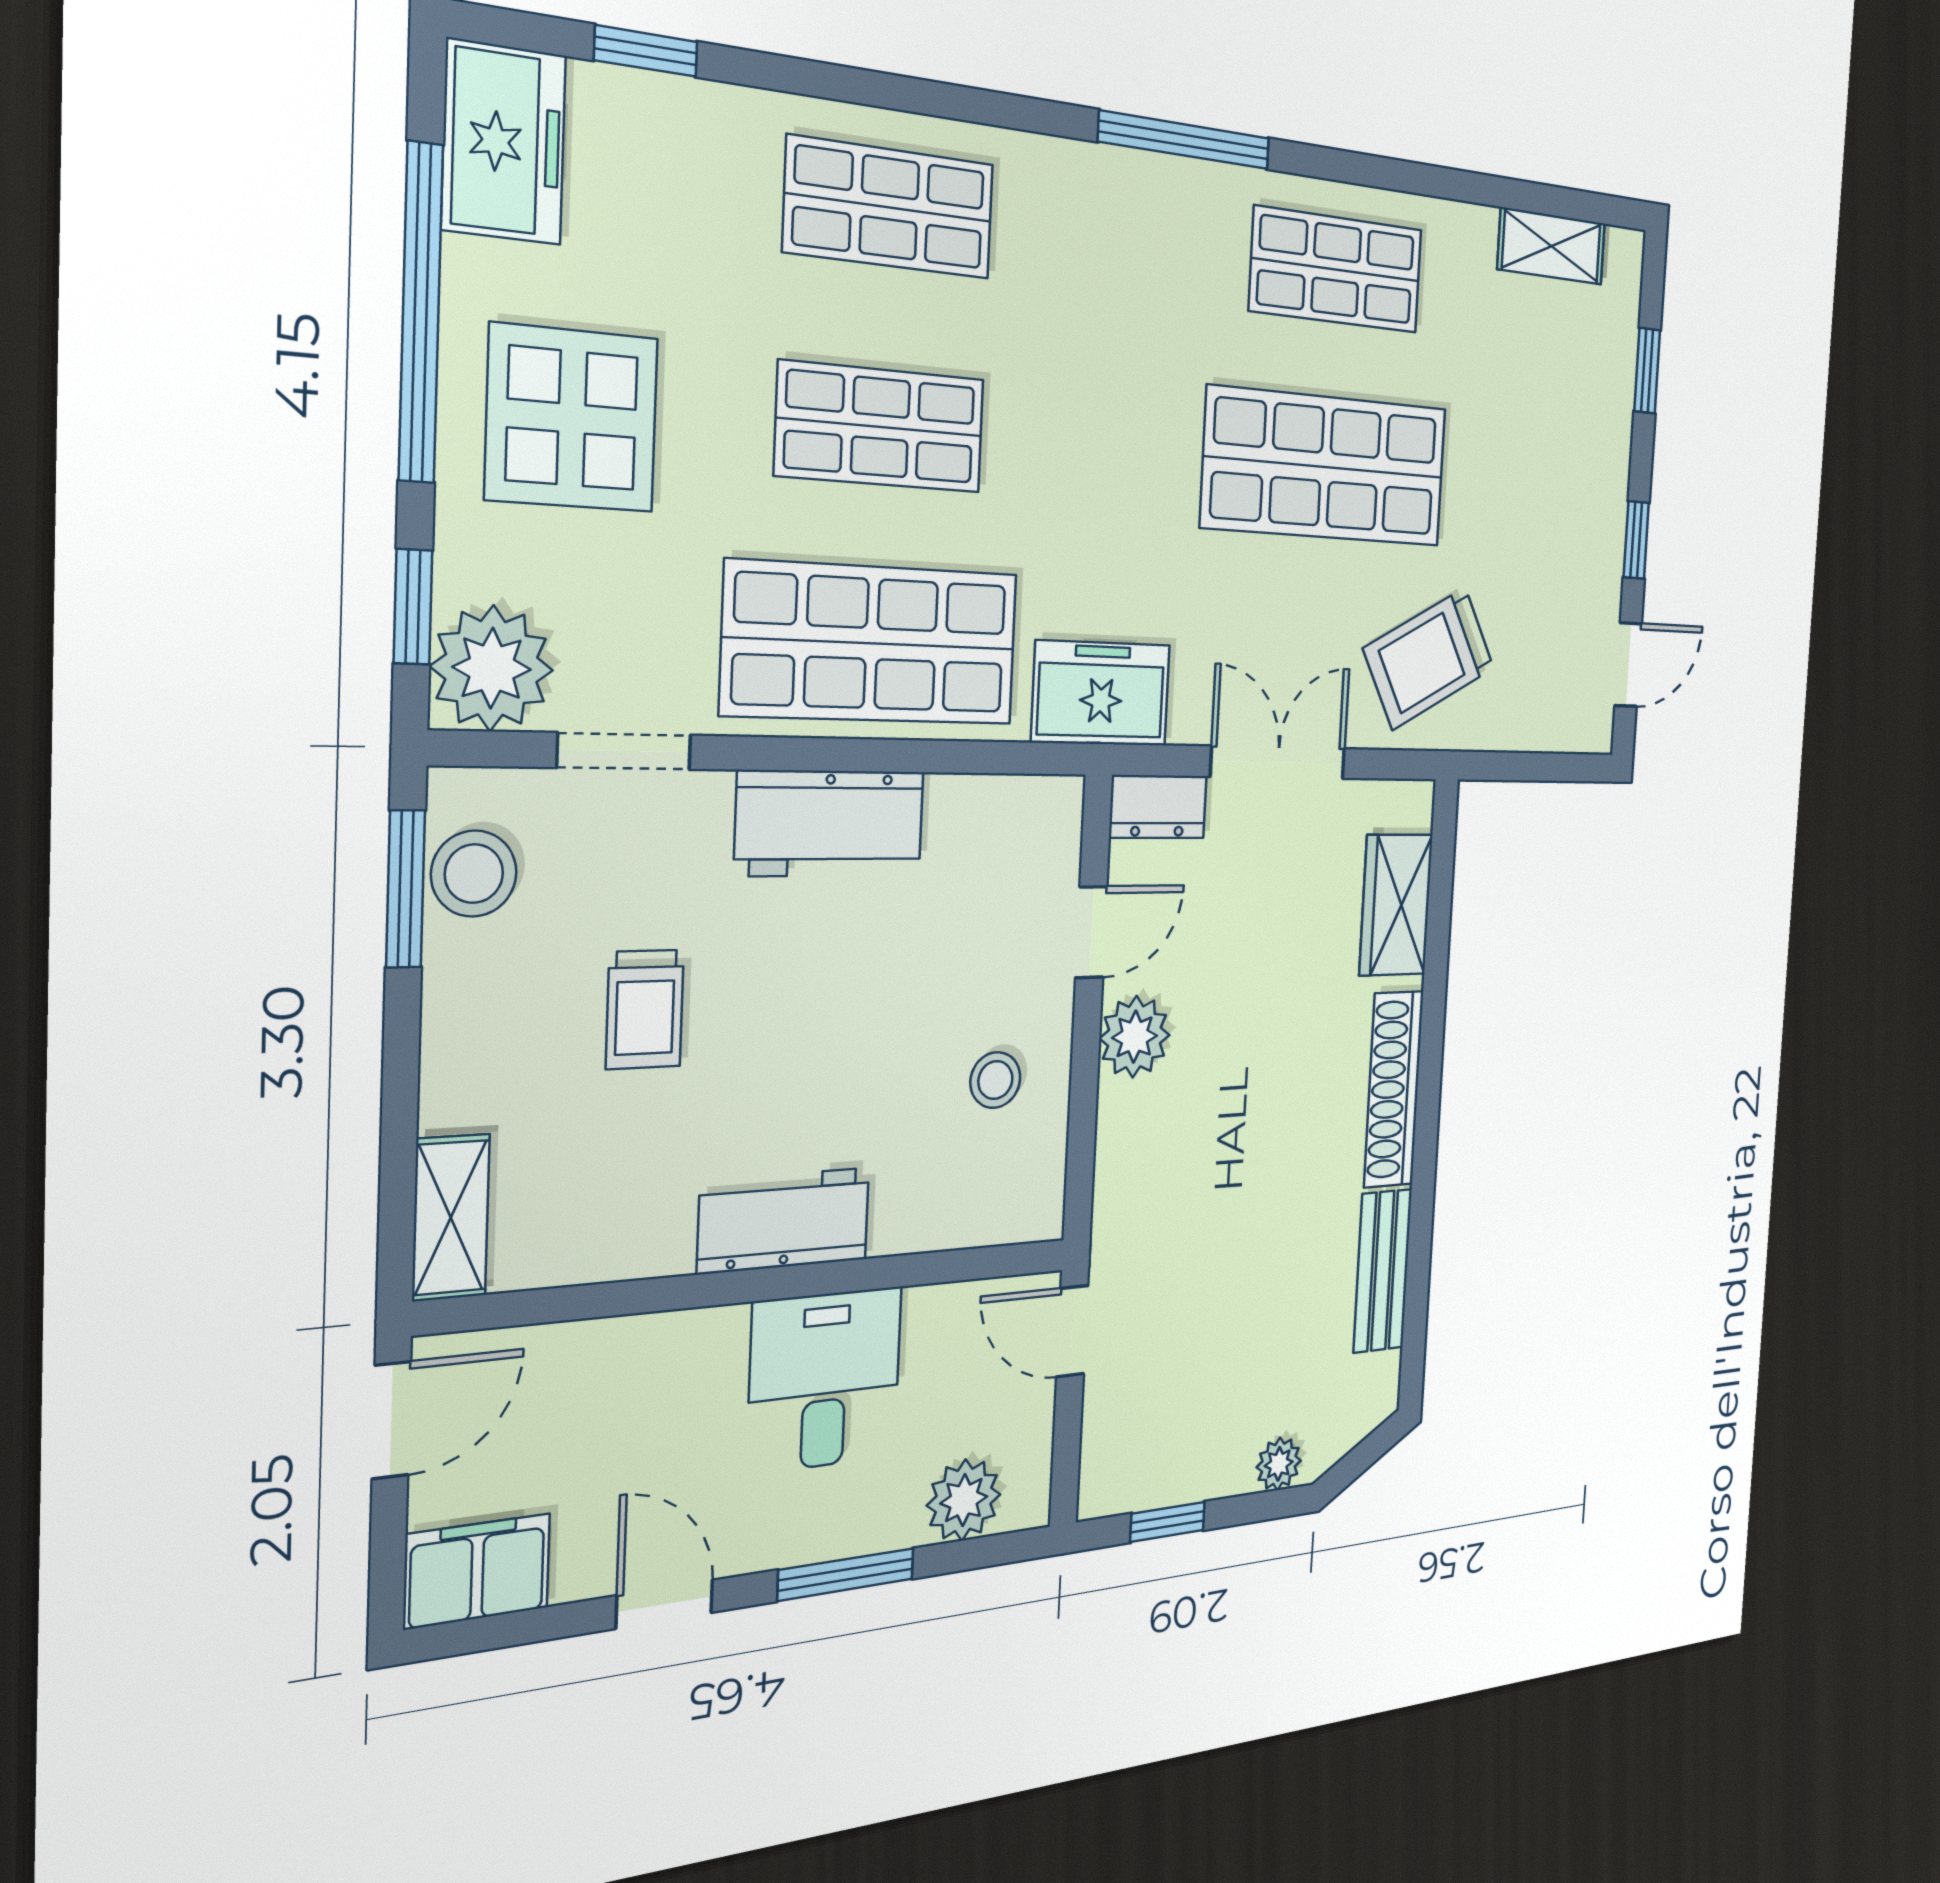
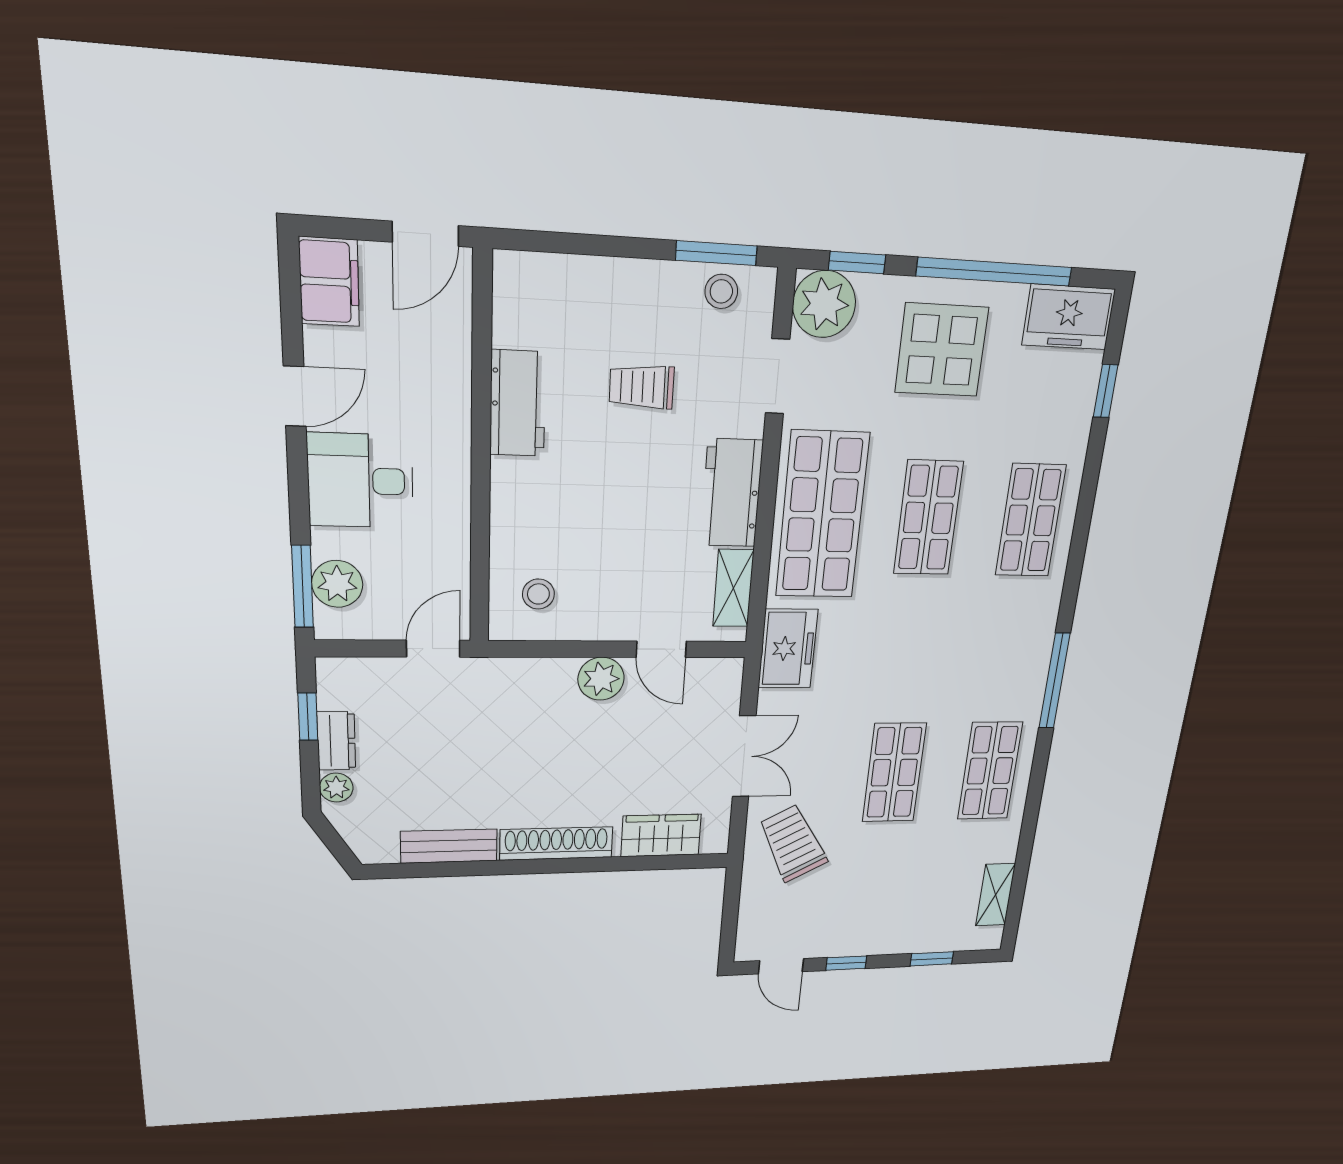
shop shelf: (1325, 467) -> (894, 773), width x0.70, depth x0.74
dresser: (1158, 807) -> (336, 741), moved, turned 180
stool: (474, 874) -> (721, 291), width x0.73, depth x0.73
stool: (995, 1080) -> (538, 594), moved
shelving: (451, 1217) -> (733, 588), moved, turned 90
workbench: (784, 1220) -> (518, 403), moved
desk: (825, 1380) -> (361, 481), moved, turned 180
door: (391, 1420) -> (425, 234), hinge flipped
window: (846, 1574) -> (303, 587), moved

